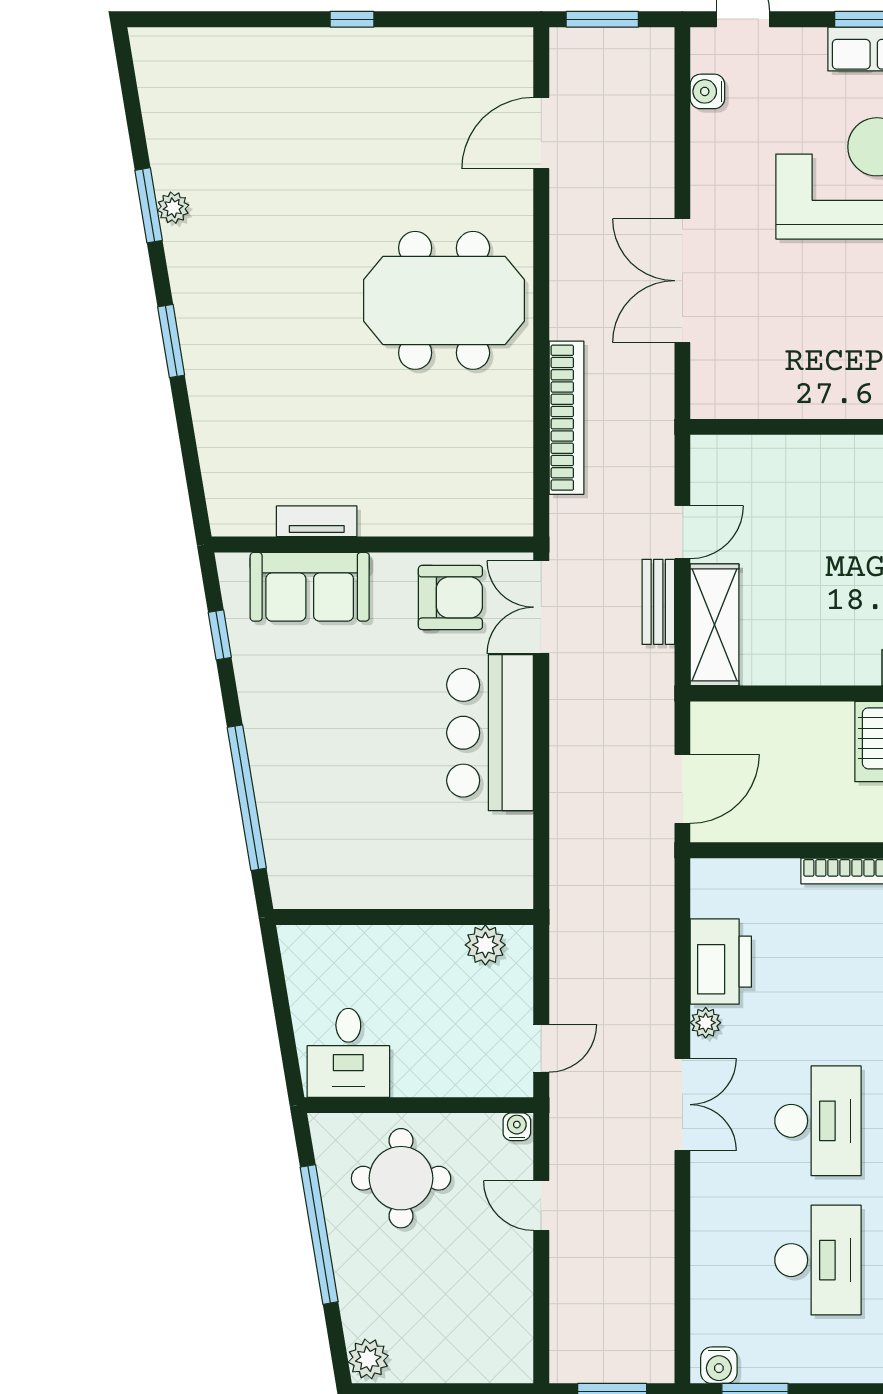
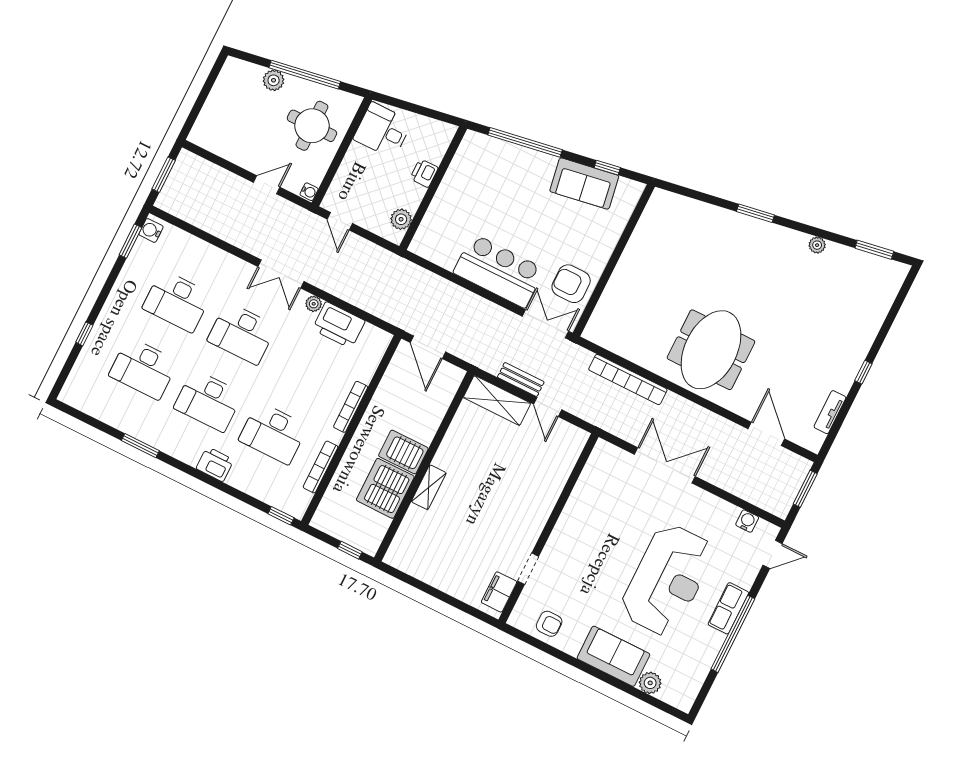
window: (149, 205) -> (874, 250), moved
tv unit: (317, 521) -> (830, 412), moved, turned 180
sofa: (310, 587) -> (584, 184), moved, turned -99
armchair: (450, 597) -> (571, 284), turned 90
printer: (386, 945) -> (424, 173), added
plant: (368, 1359) -> (274, 80), moved

